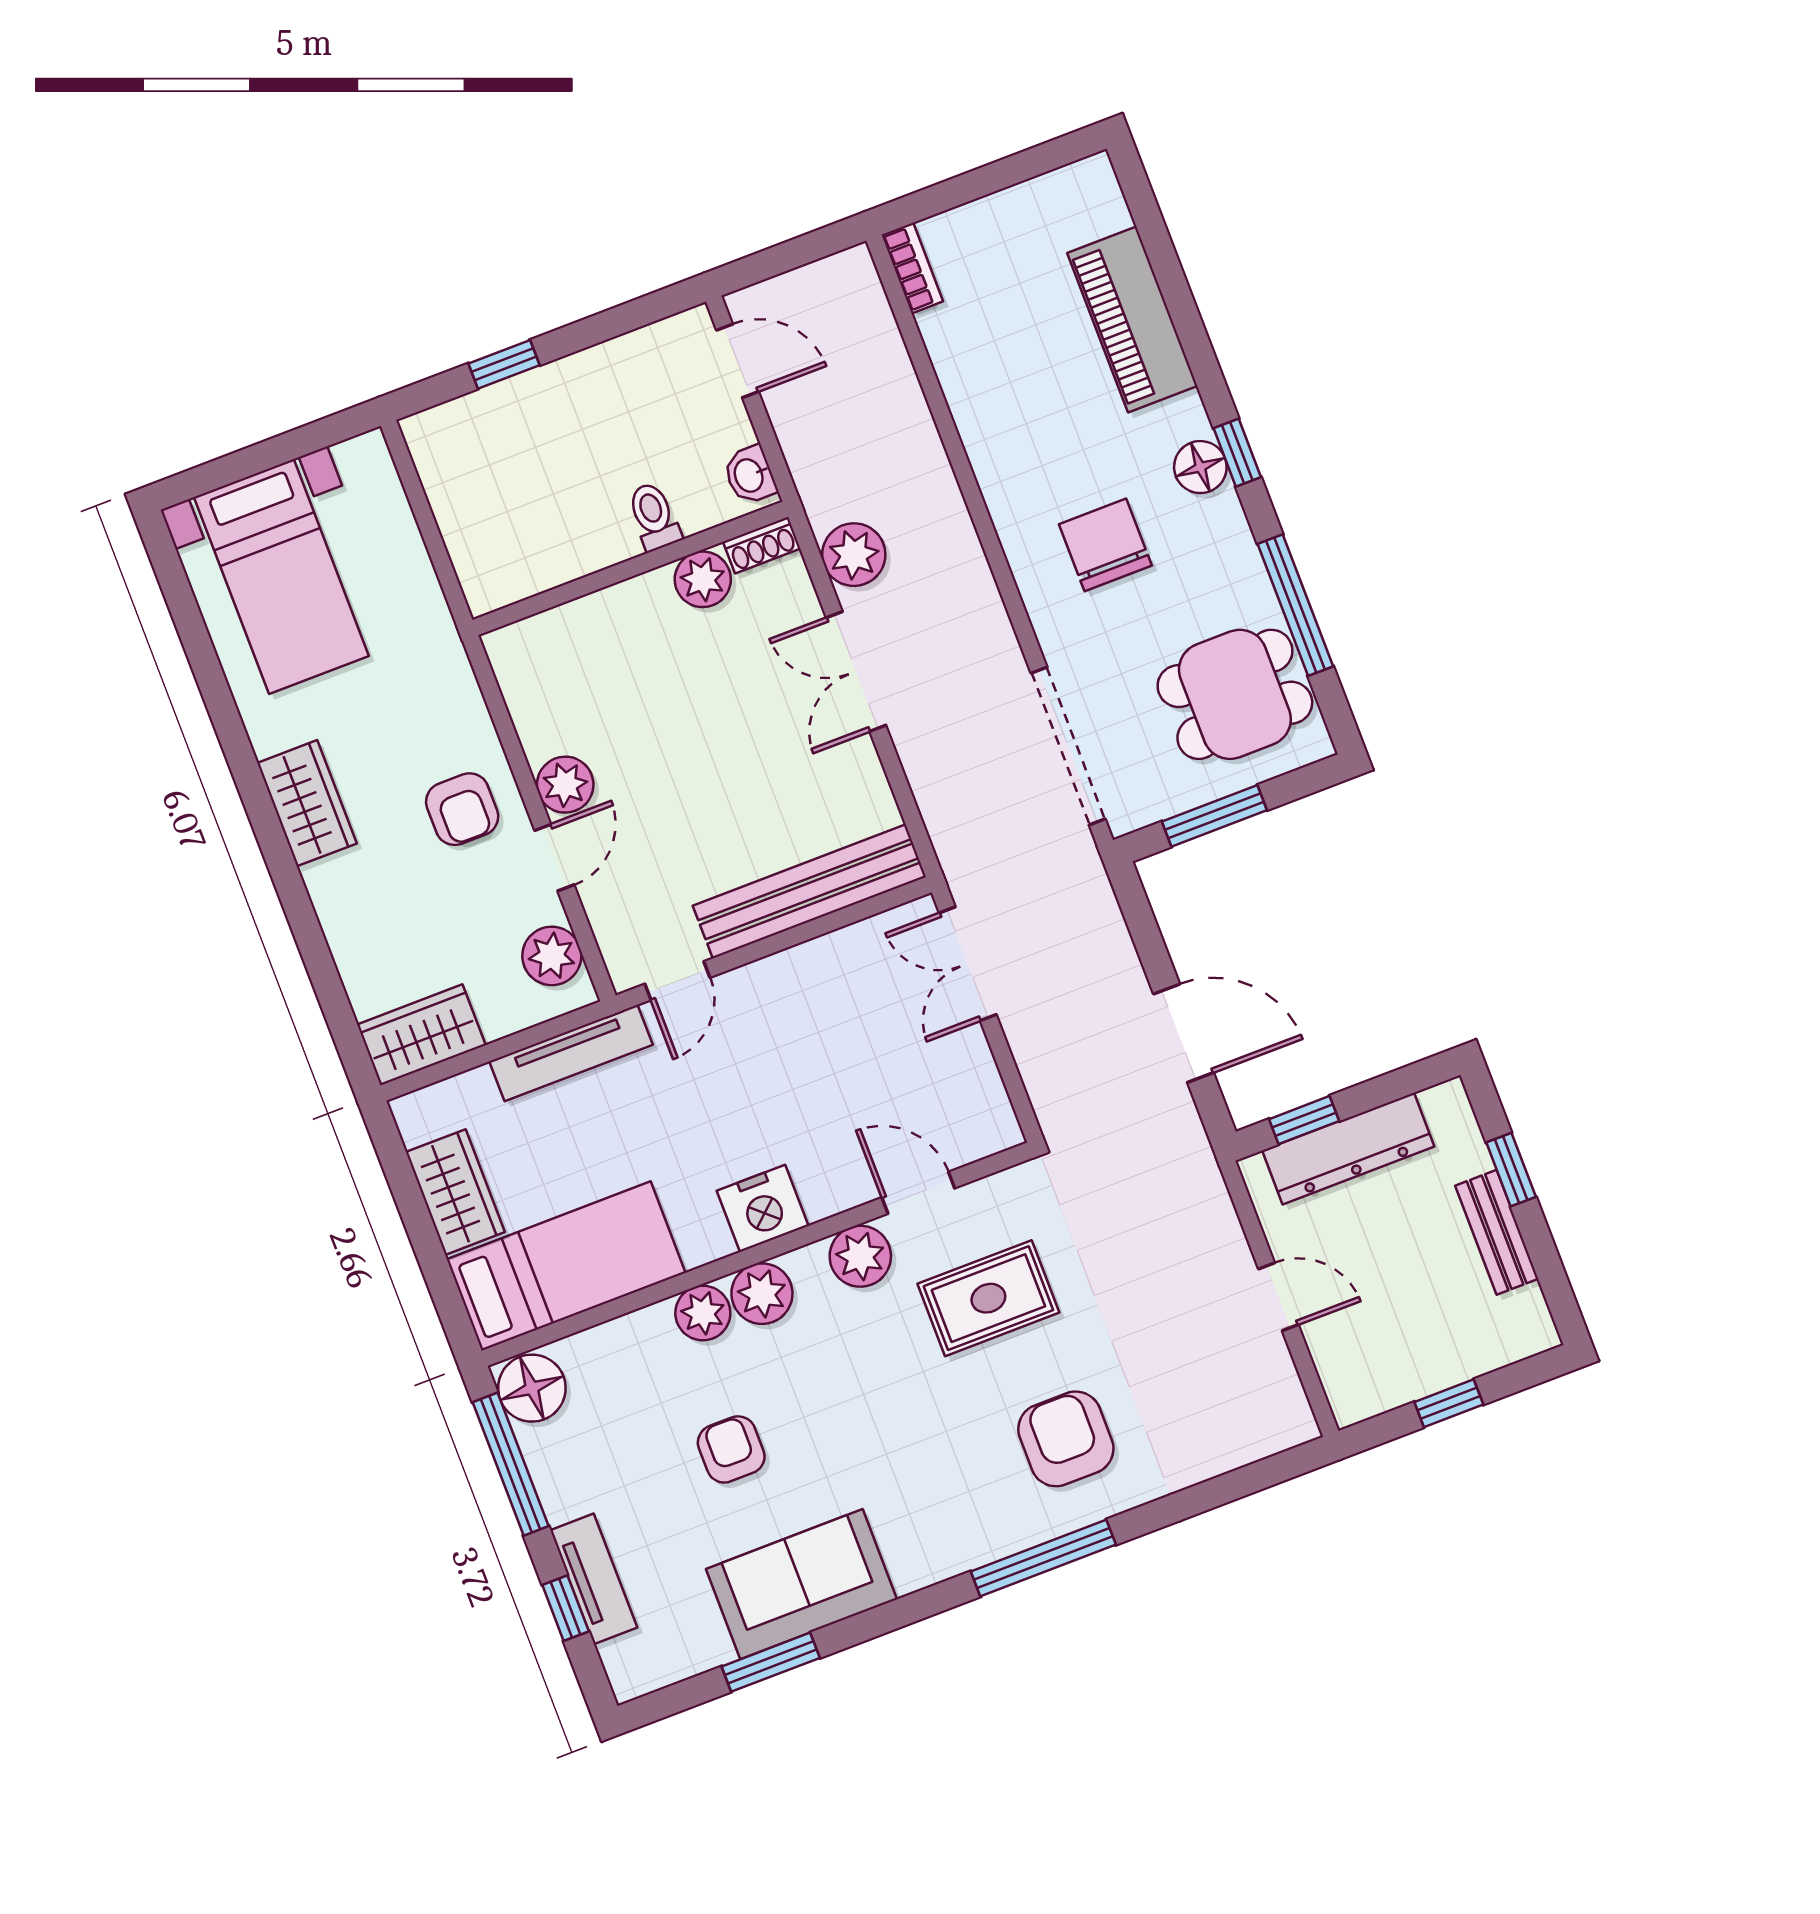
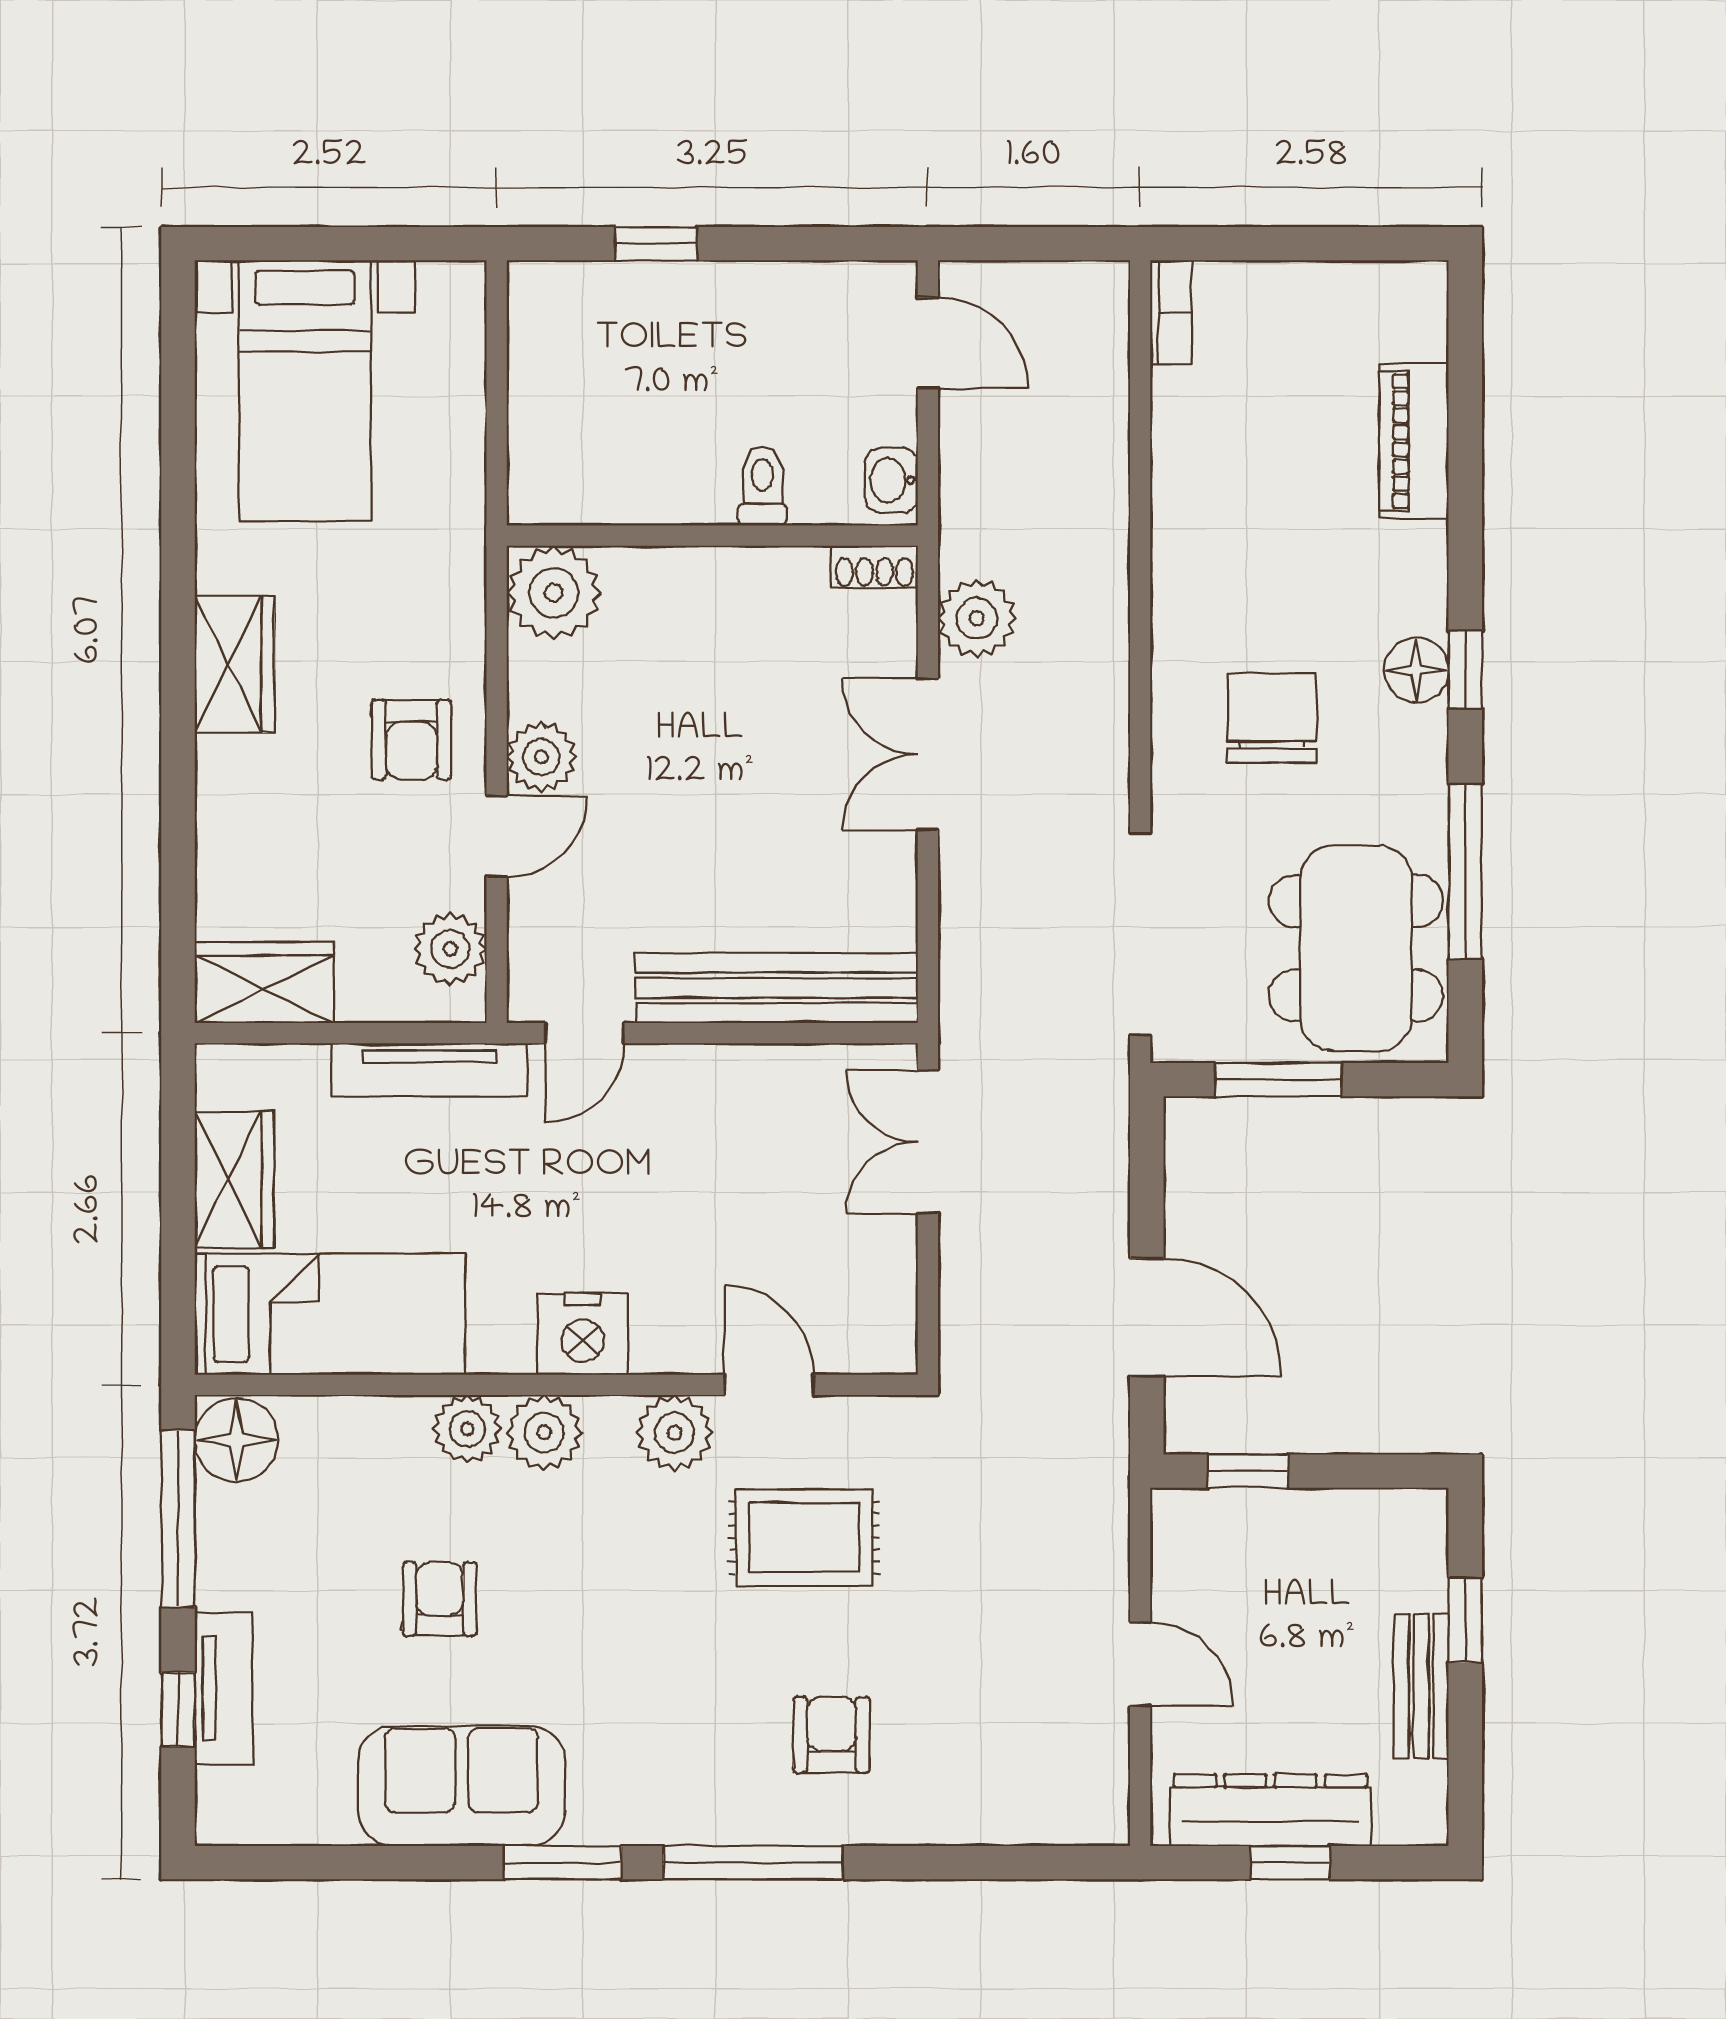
piano: (1132, 320) -> (1414, 441), width x0.73, depth x0.75
plant: (703, 579) -> (554, 593), moved, width x1.36, depth x1.36
dining table: (1235, 694) -> (1356, 948), width x1.38
dresser: (1348, 1149) -> (1270, 1810), moved, turned 180
armchair: (1066, 1439) -> (831, 1735), width x0.72, depth x0.72
window: (771, 1662) -> (563, 1863), moved

